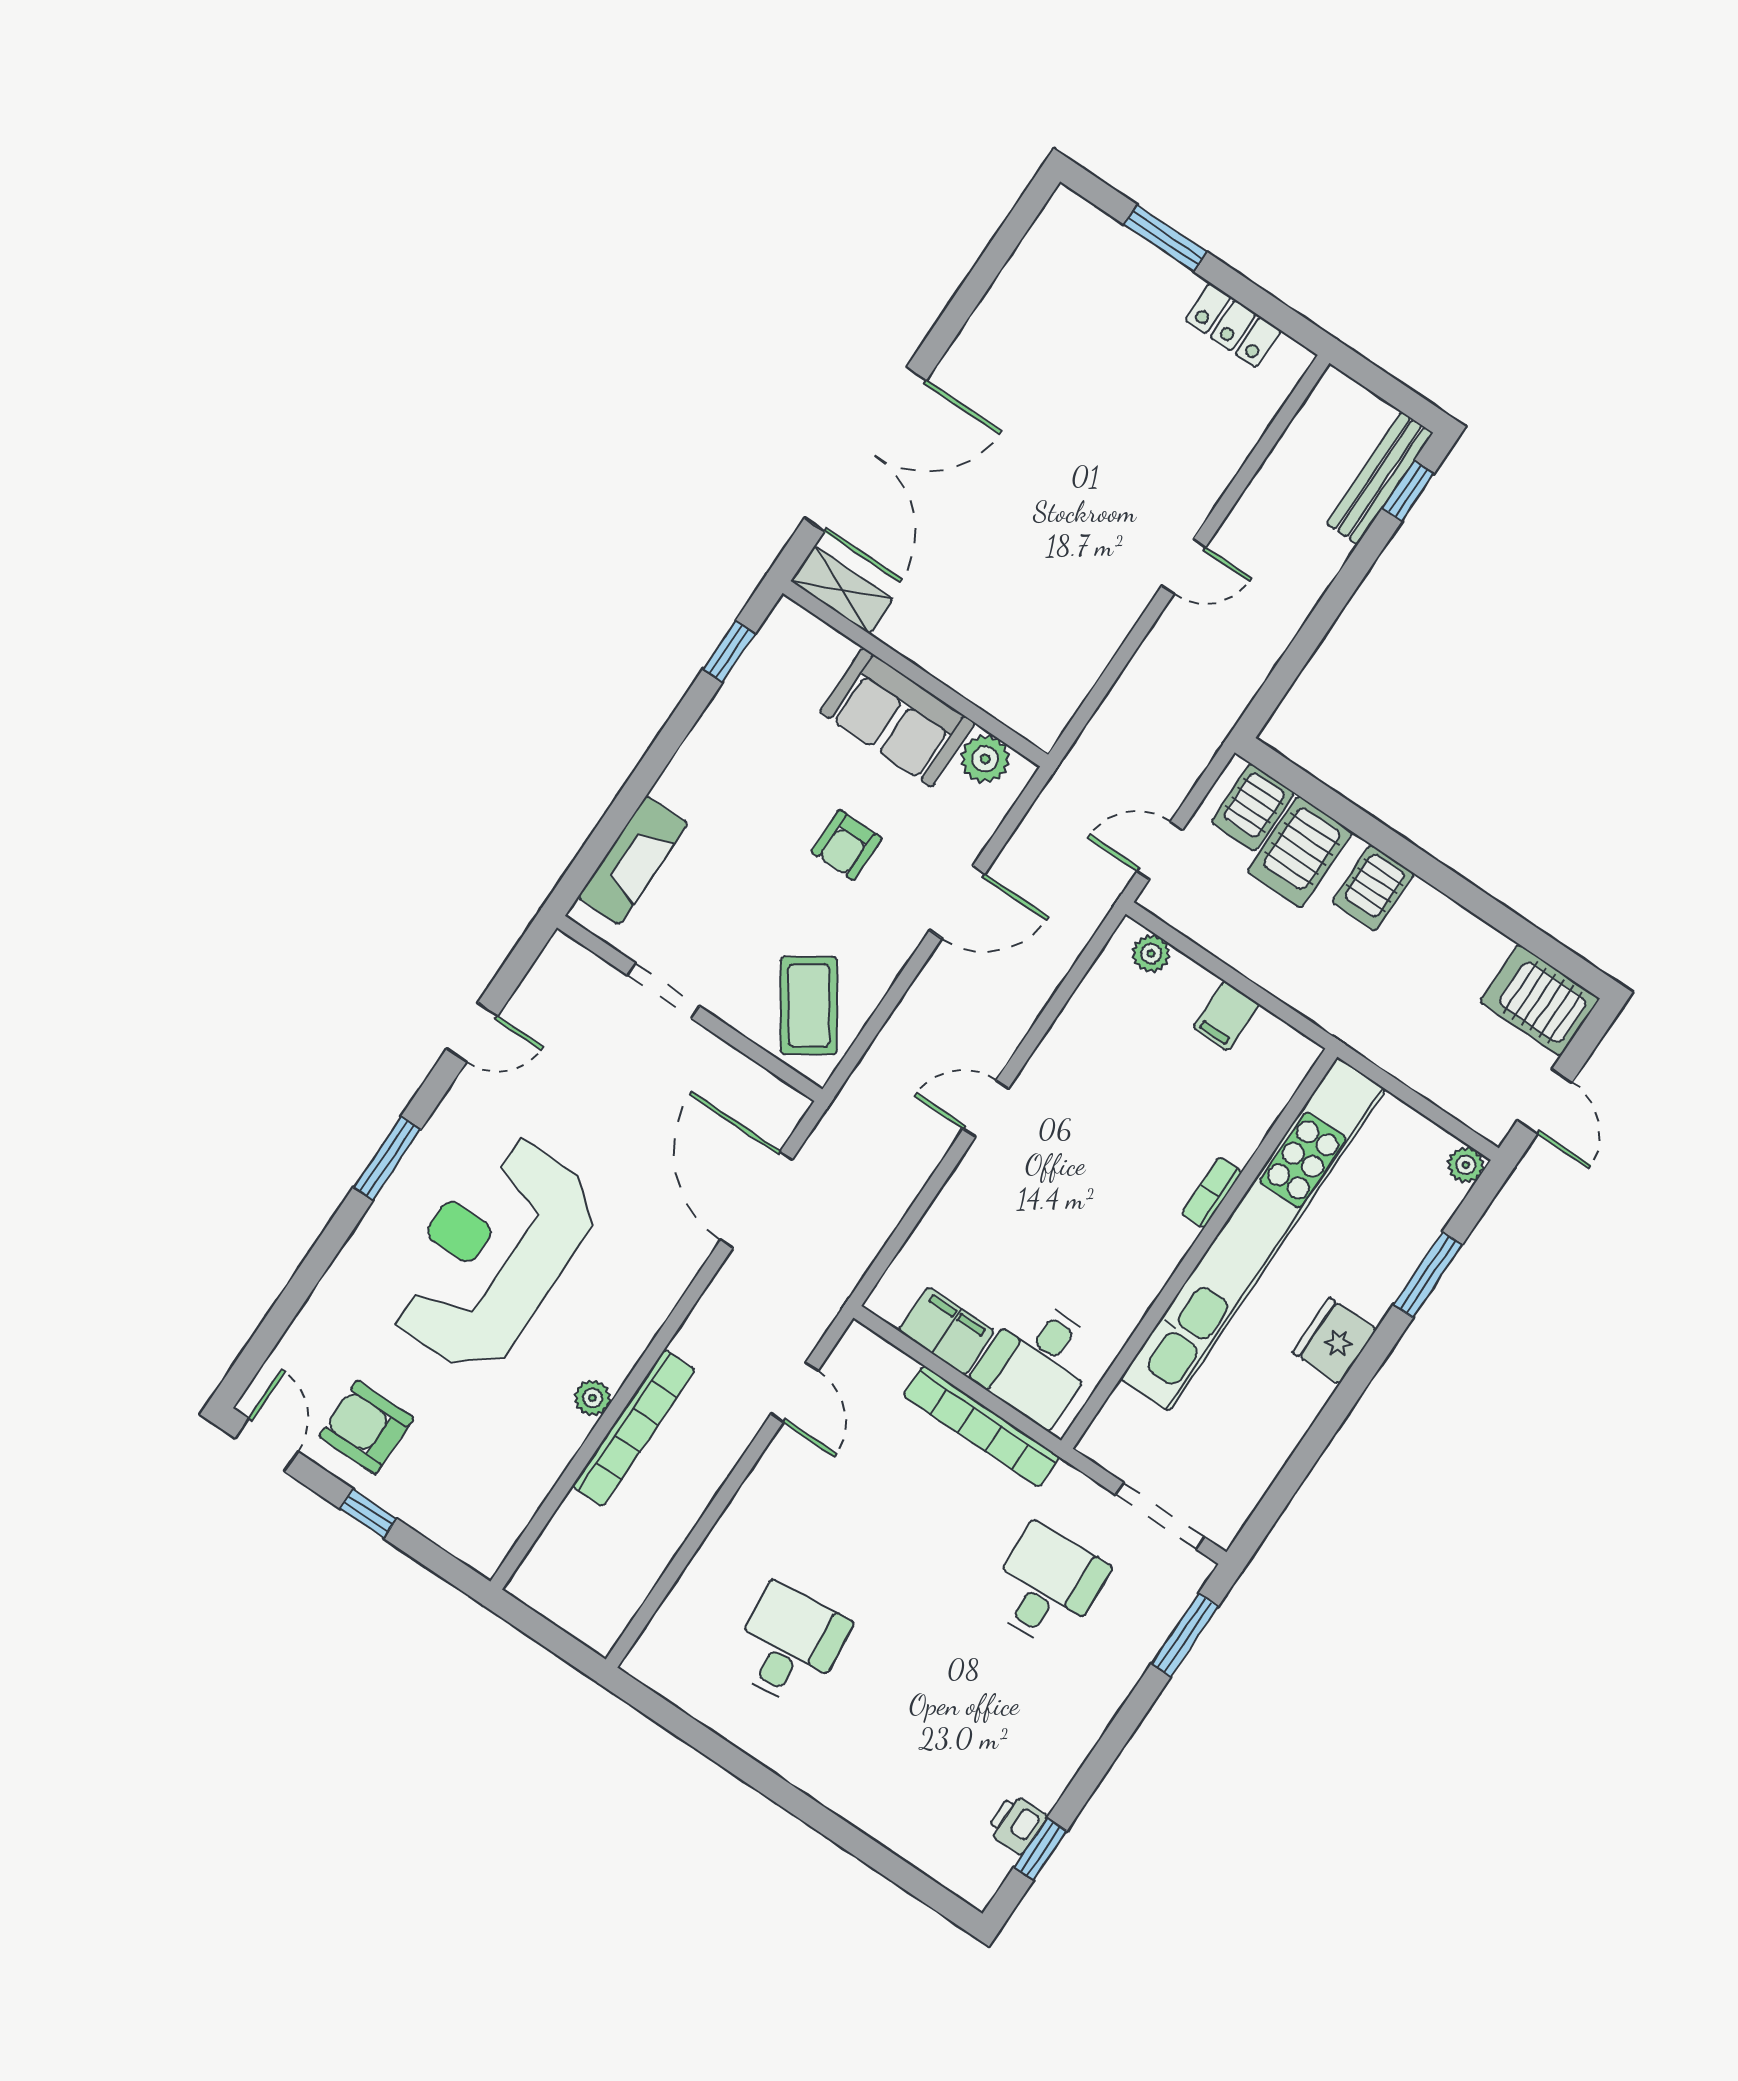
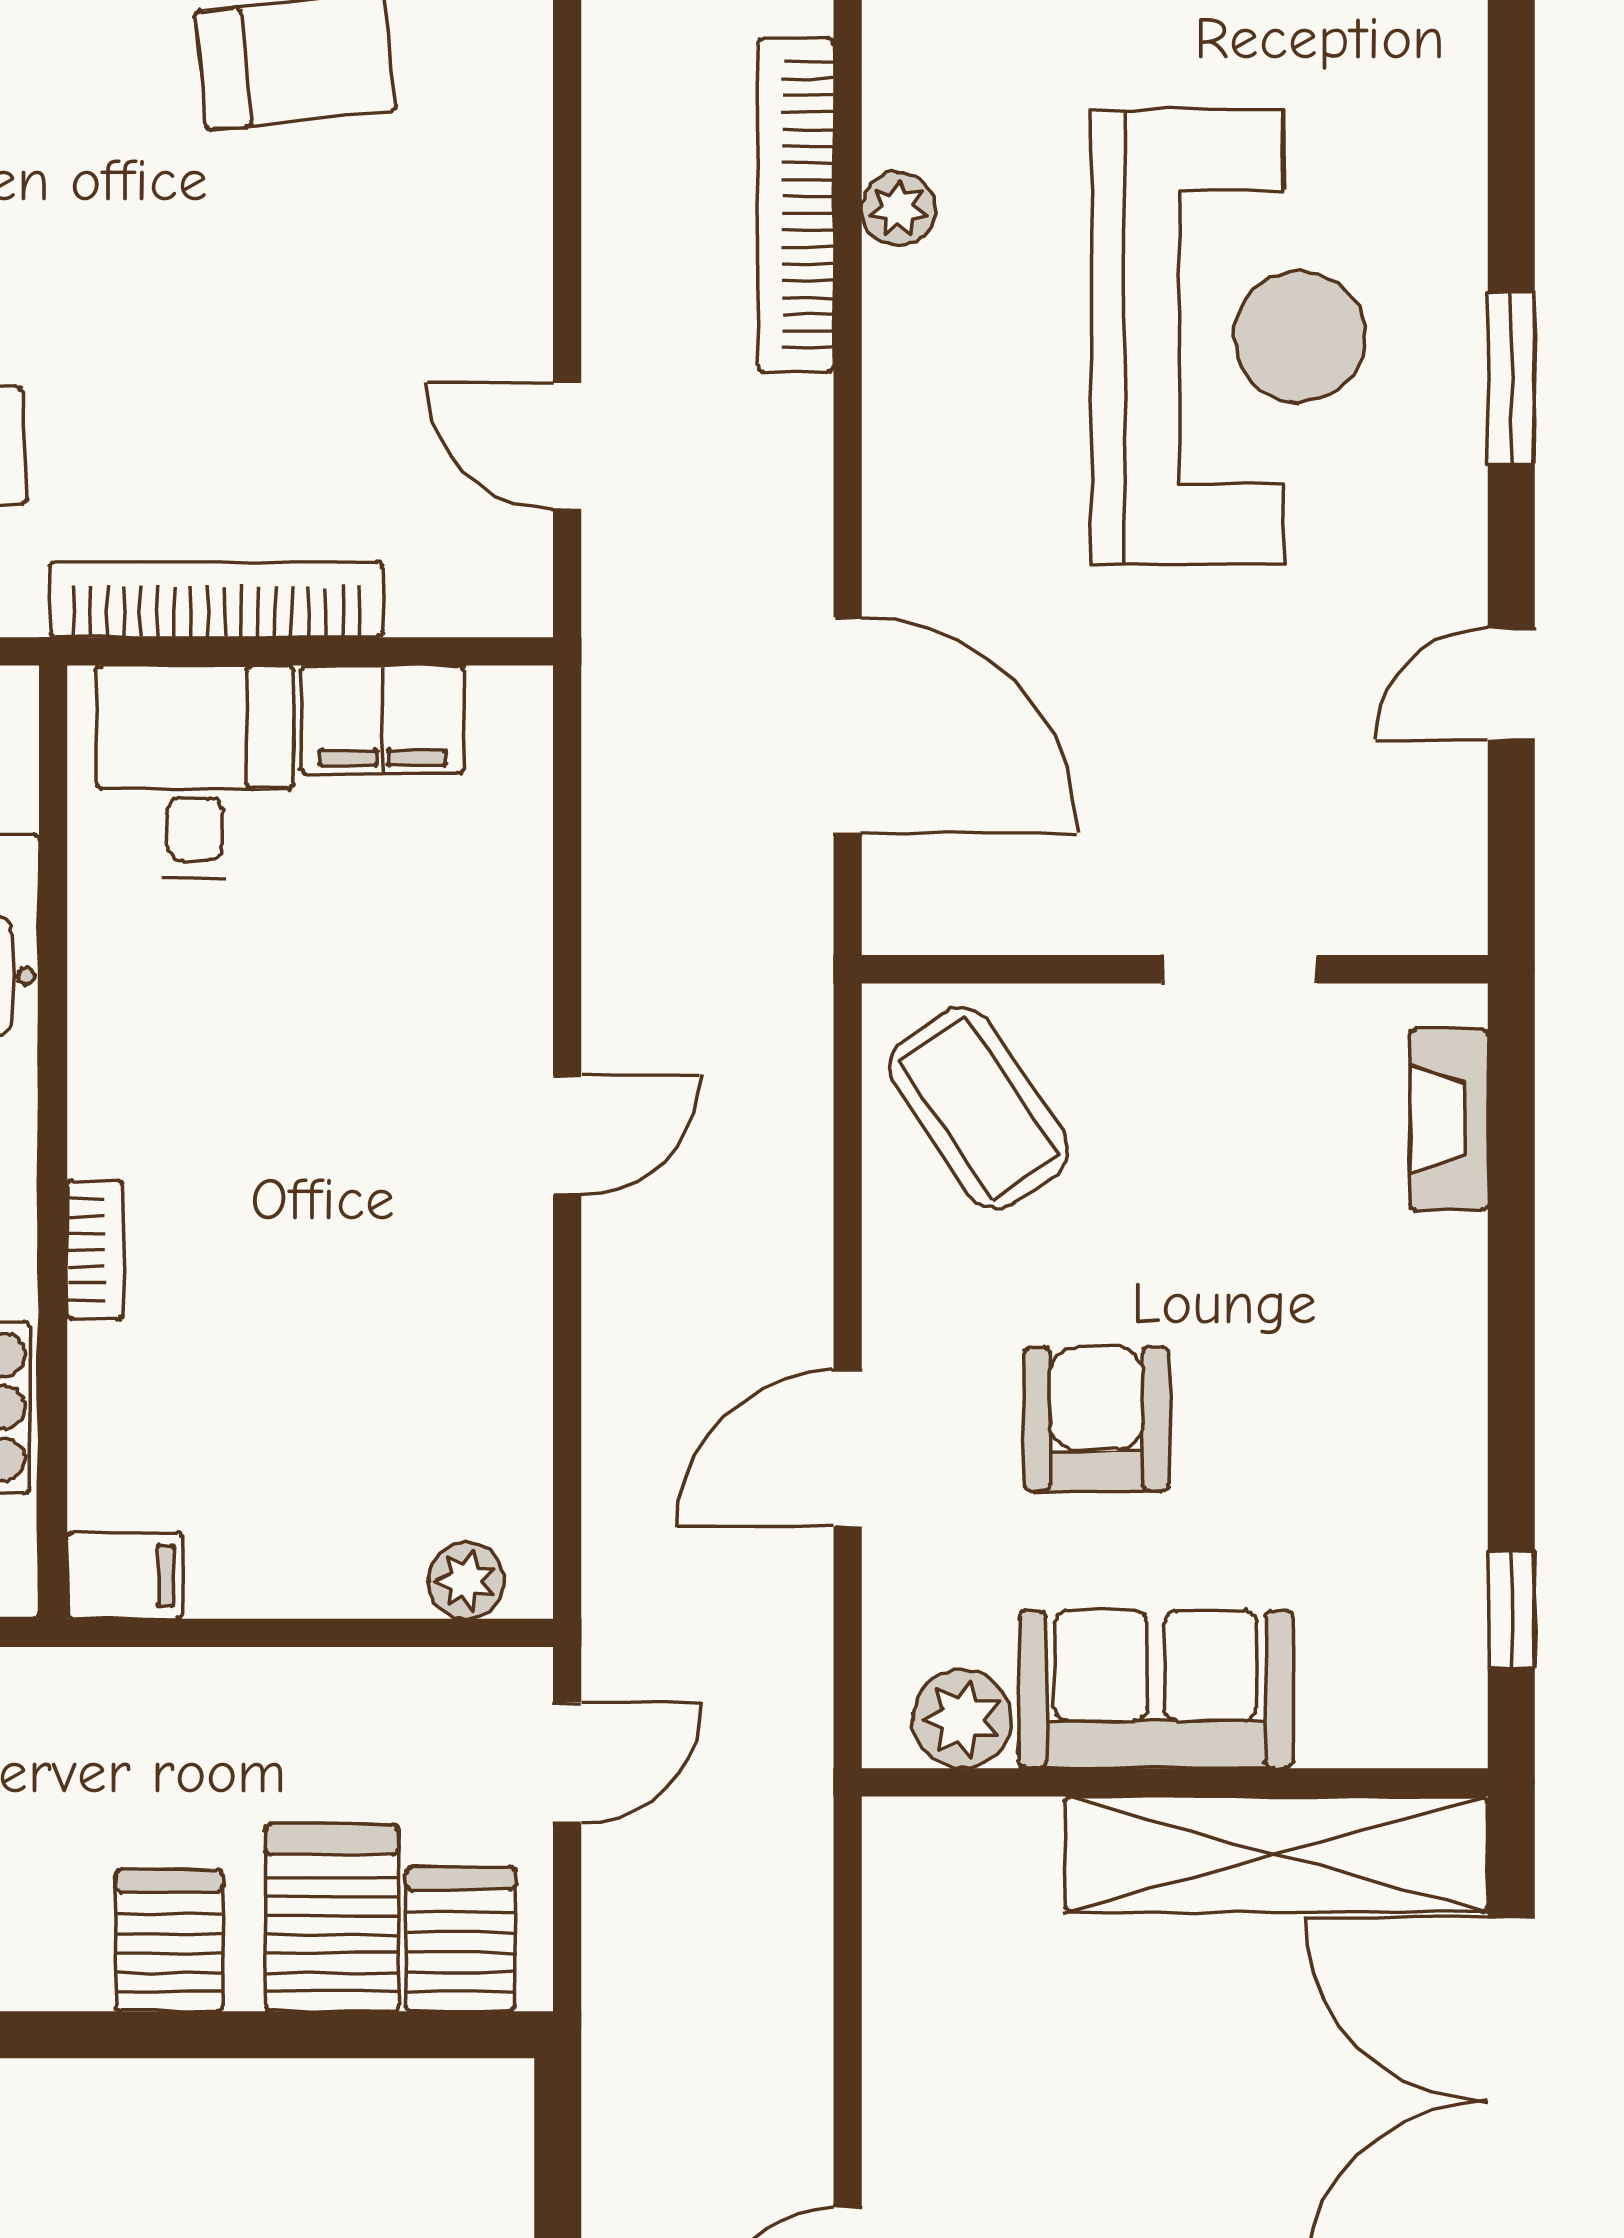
shelving: (842, 590) -> (1276, 1854), width x2.20, depth x1.33
armchair: (847, 845) -> (1097, 1419), width x1.38, depth x1.38
fireplace: (633, 860) -> (1449, 1119), width x0.73, depth x0.76
filing cabinet: (1226, 1016) -> (125, 1576), moved, turned 90

